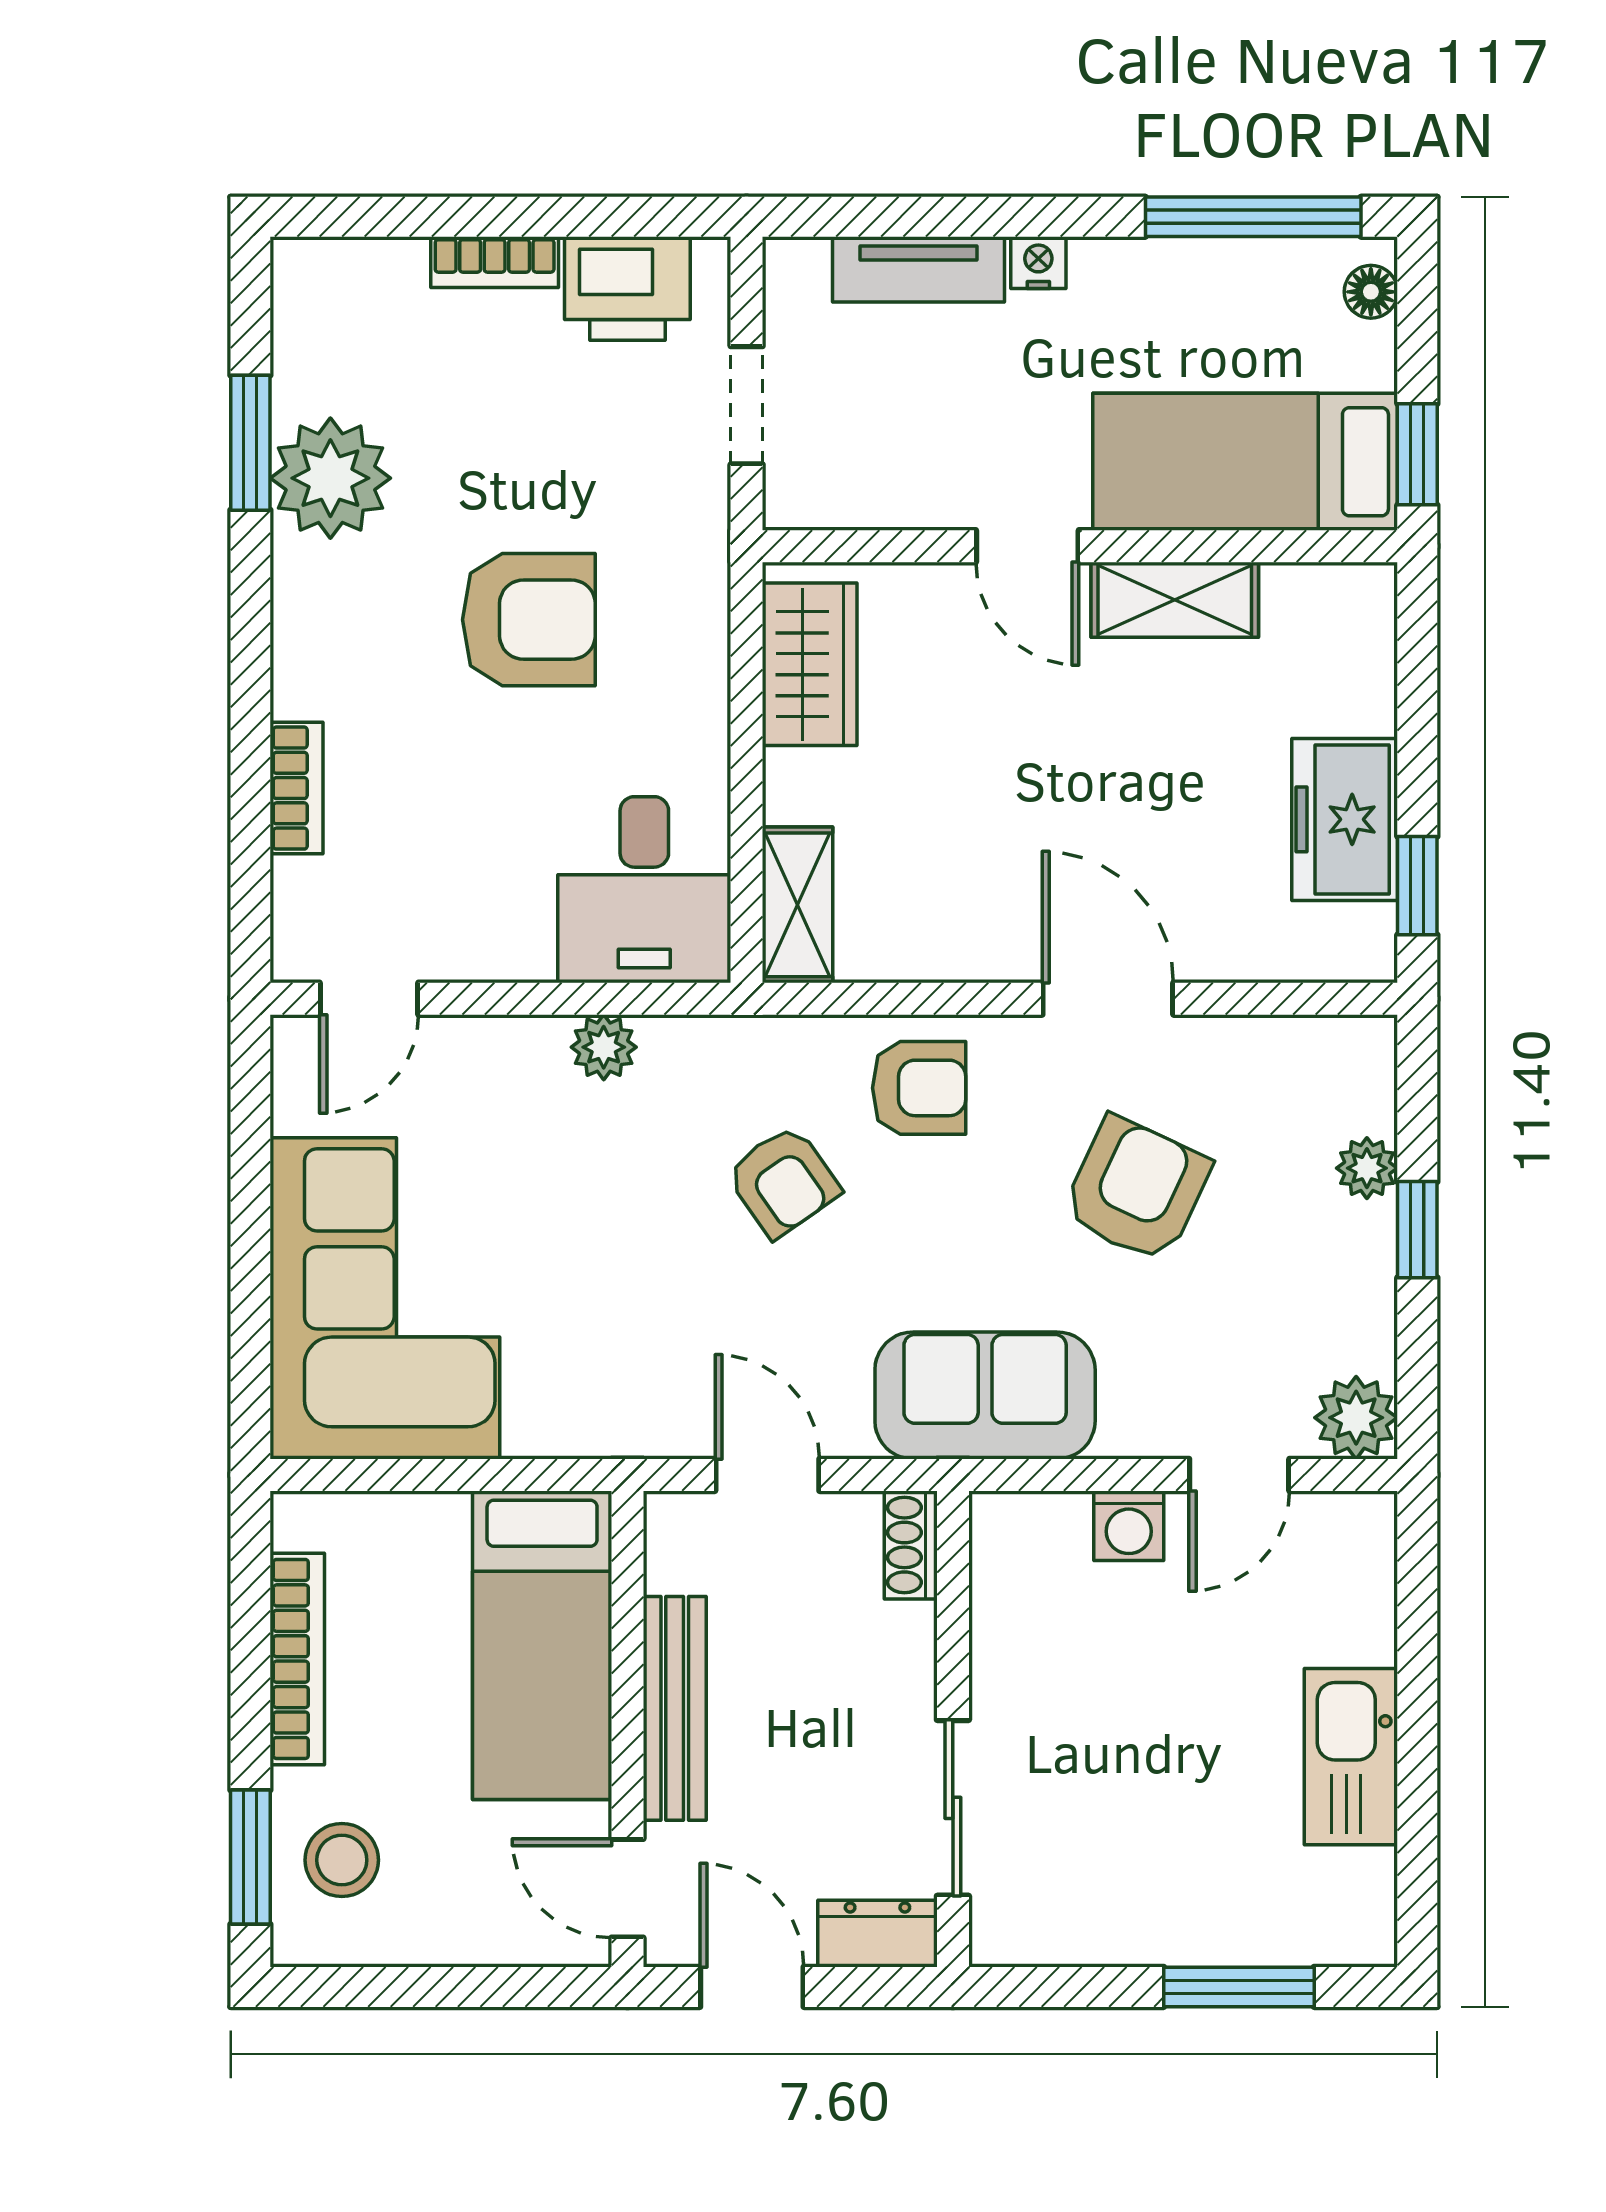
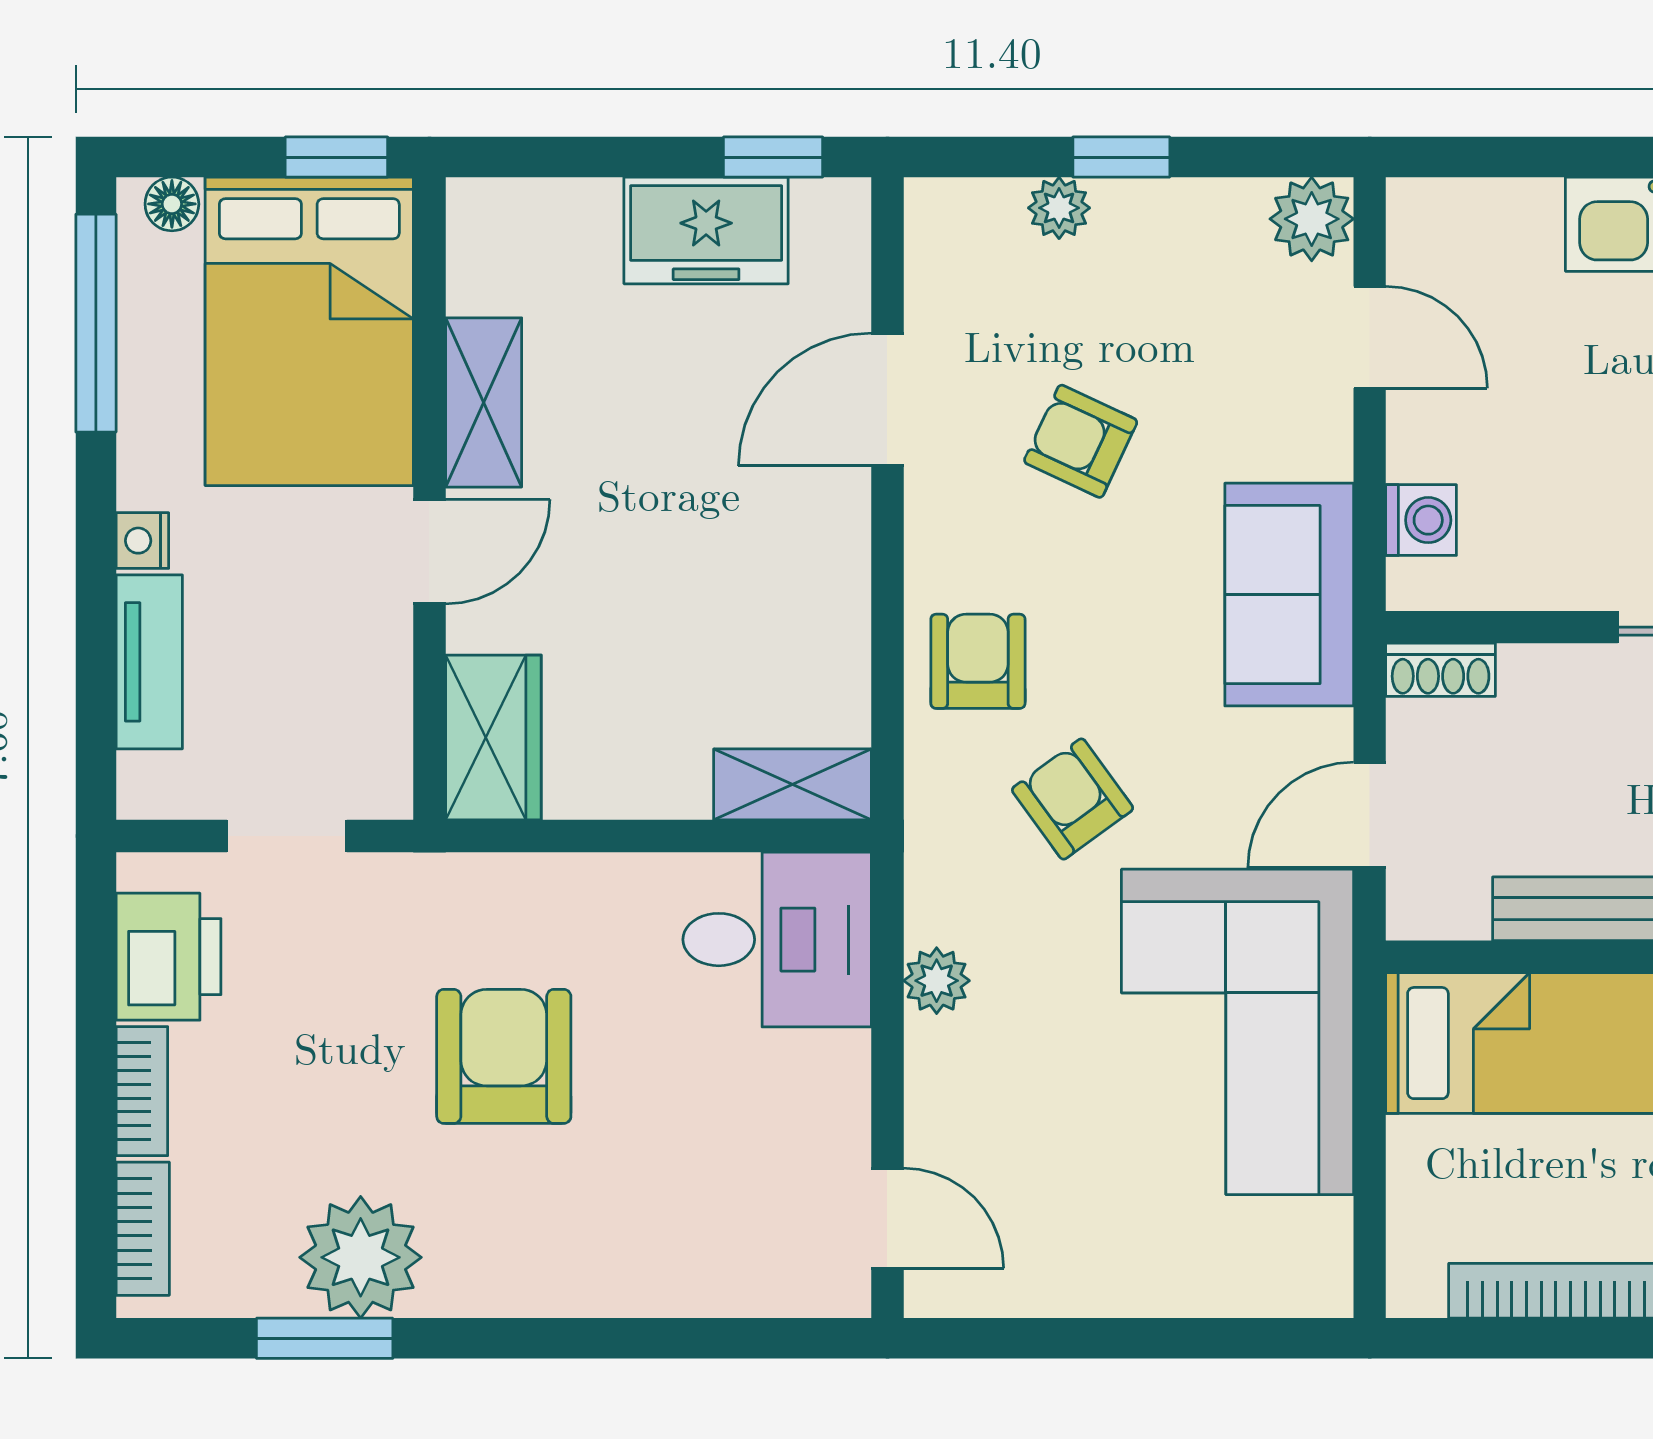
bed: (1245, 462) -> (309, 331), width x1.50
wardrobe: (810, 664) -> (493, 738), moved, turned 90
bookcase: (297, 788) -> (143, 1229), moved, turned 90
door: (1108, 999) -> (887, 400), moved
armchair: (783, 1181) -> (1072, 799), turned -91
armchair: (1136, 1189) -> (1081, 441), width x0.72, depth x0.72
corner sofa: (385, 1298) -> (1238, 1032), moved, turned -90
washing machine: (1129, 1526) -> (1421, 520), moved

